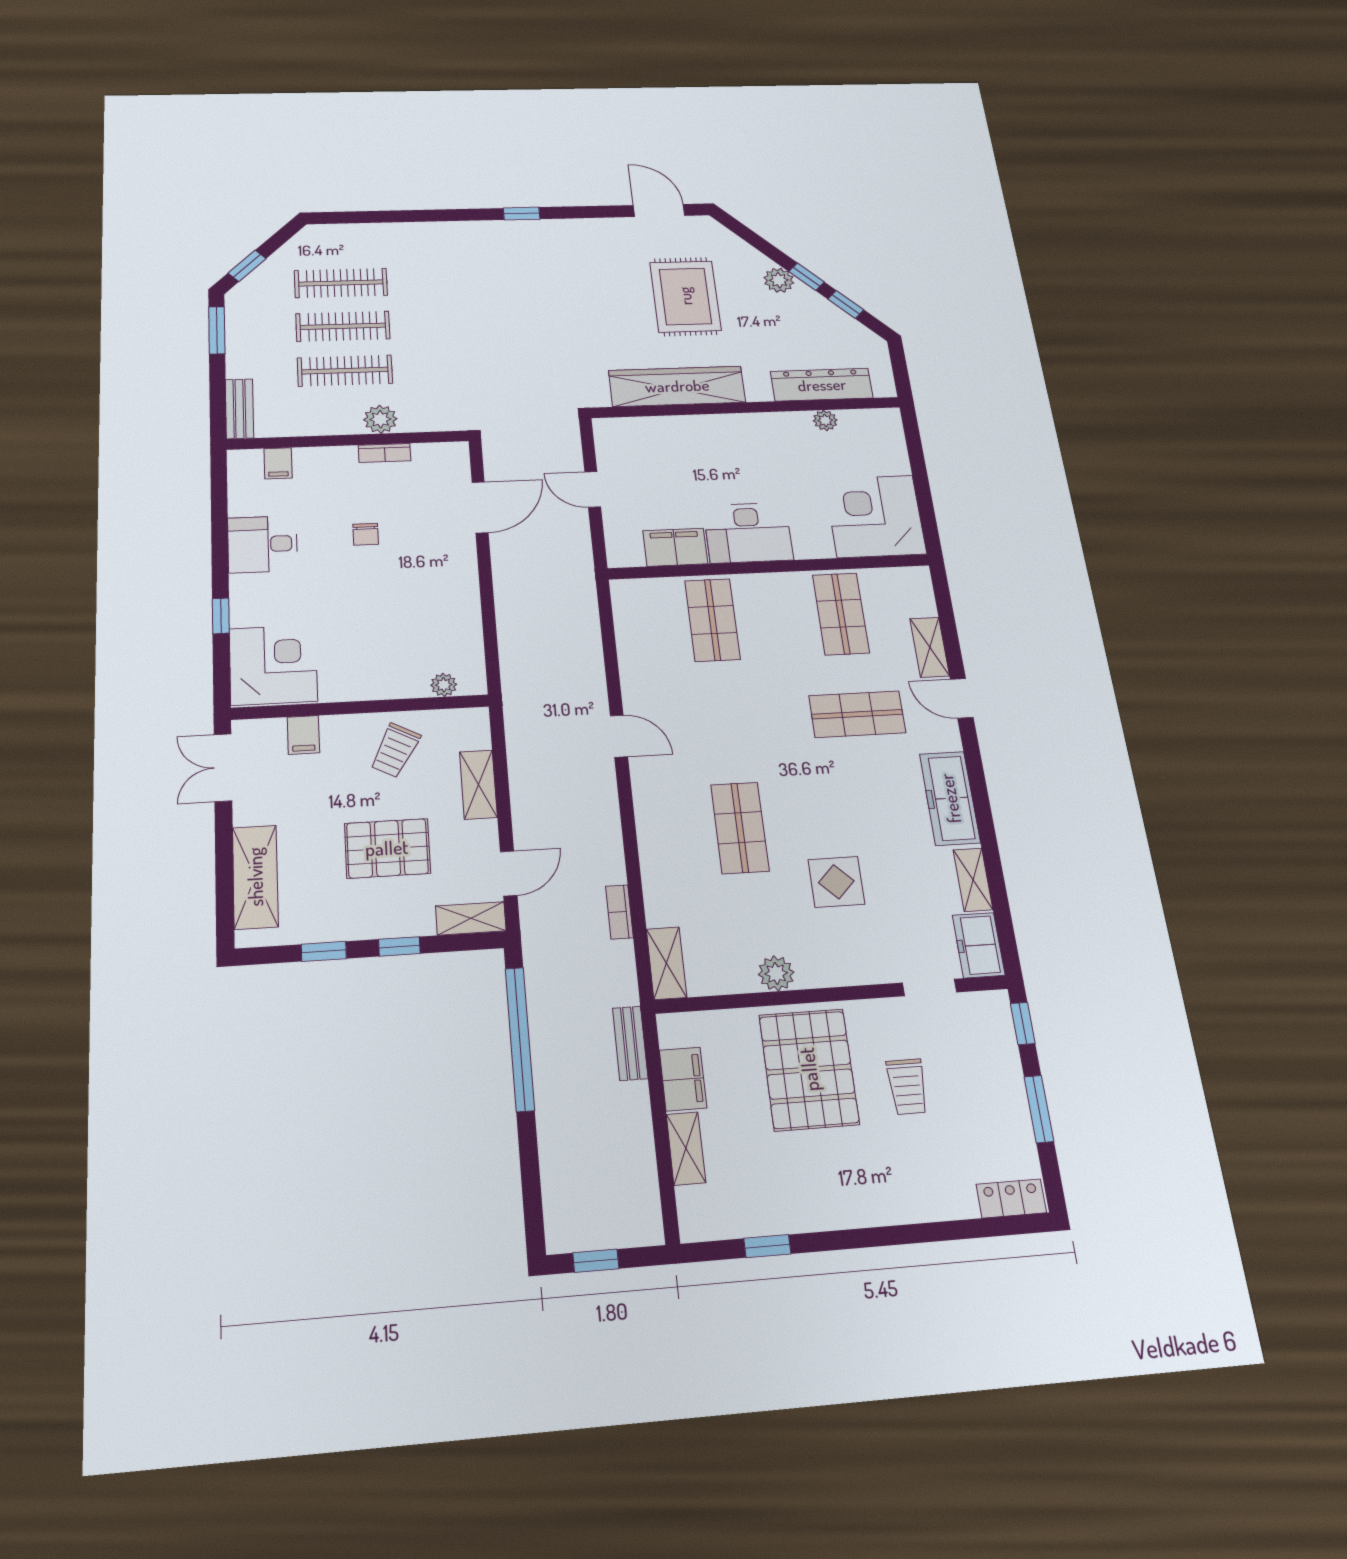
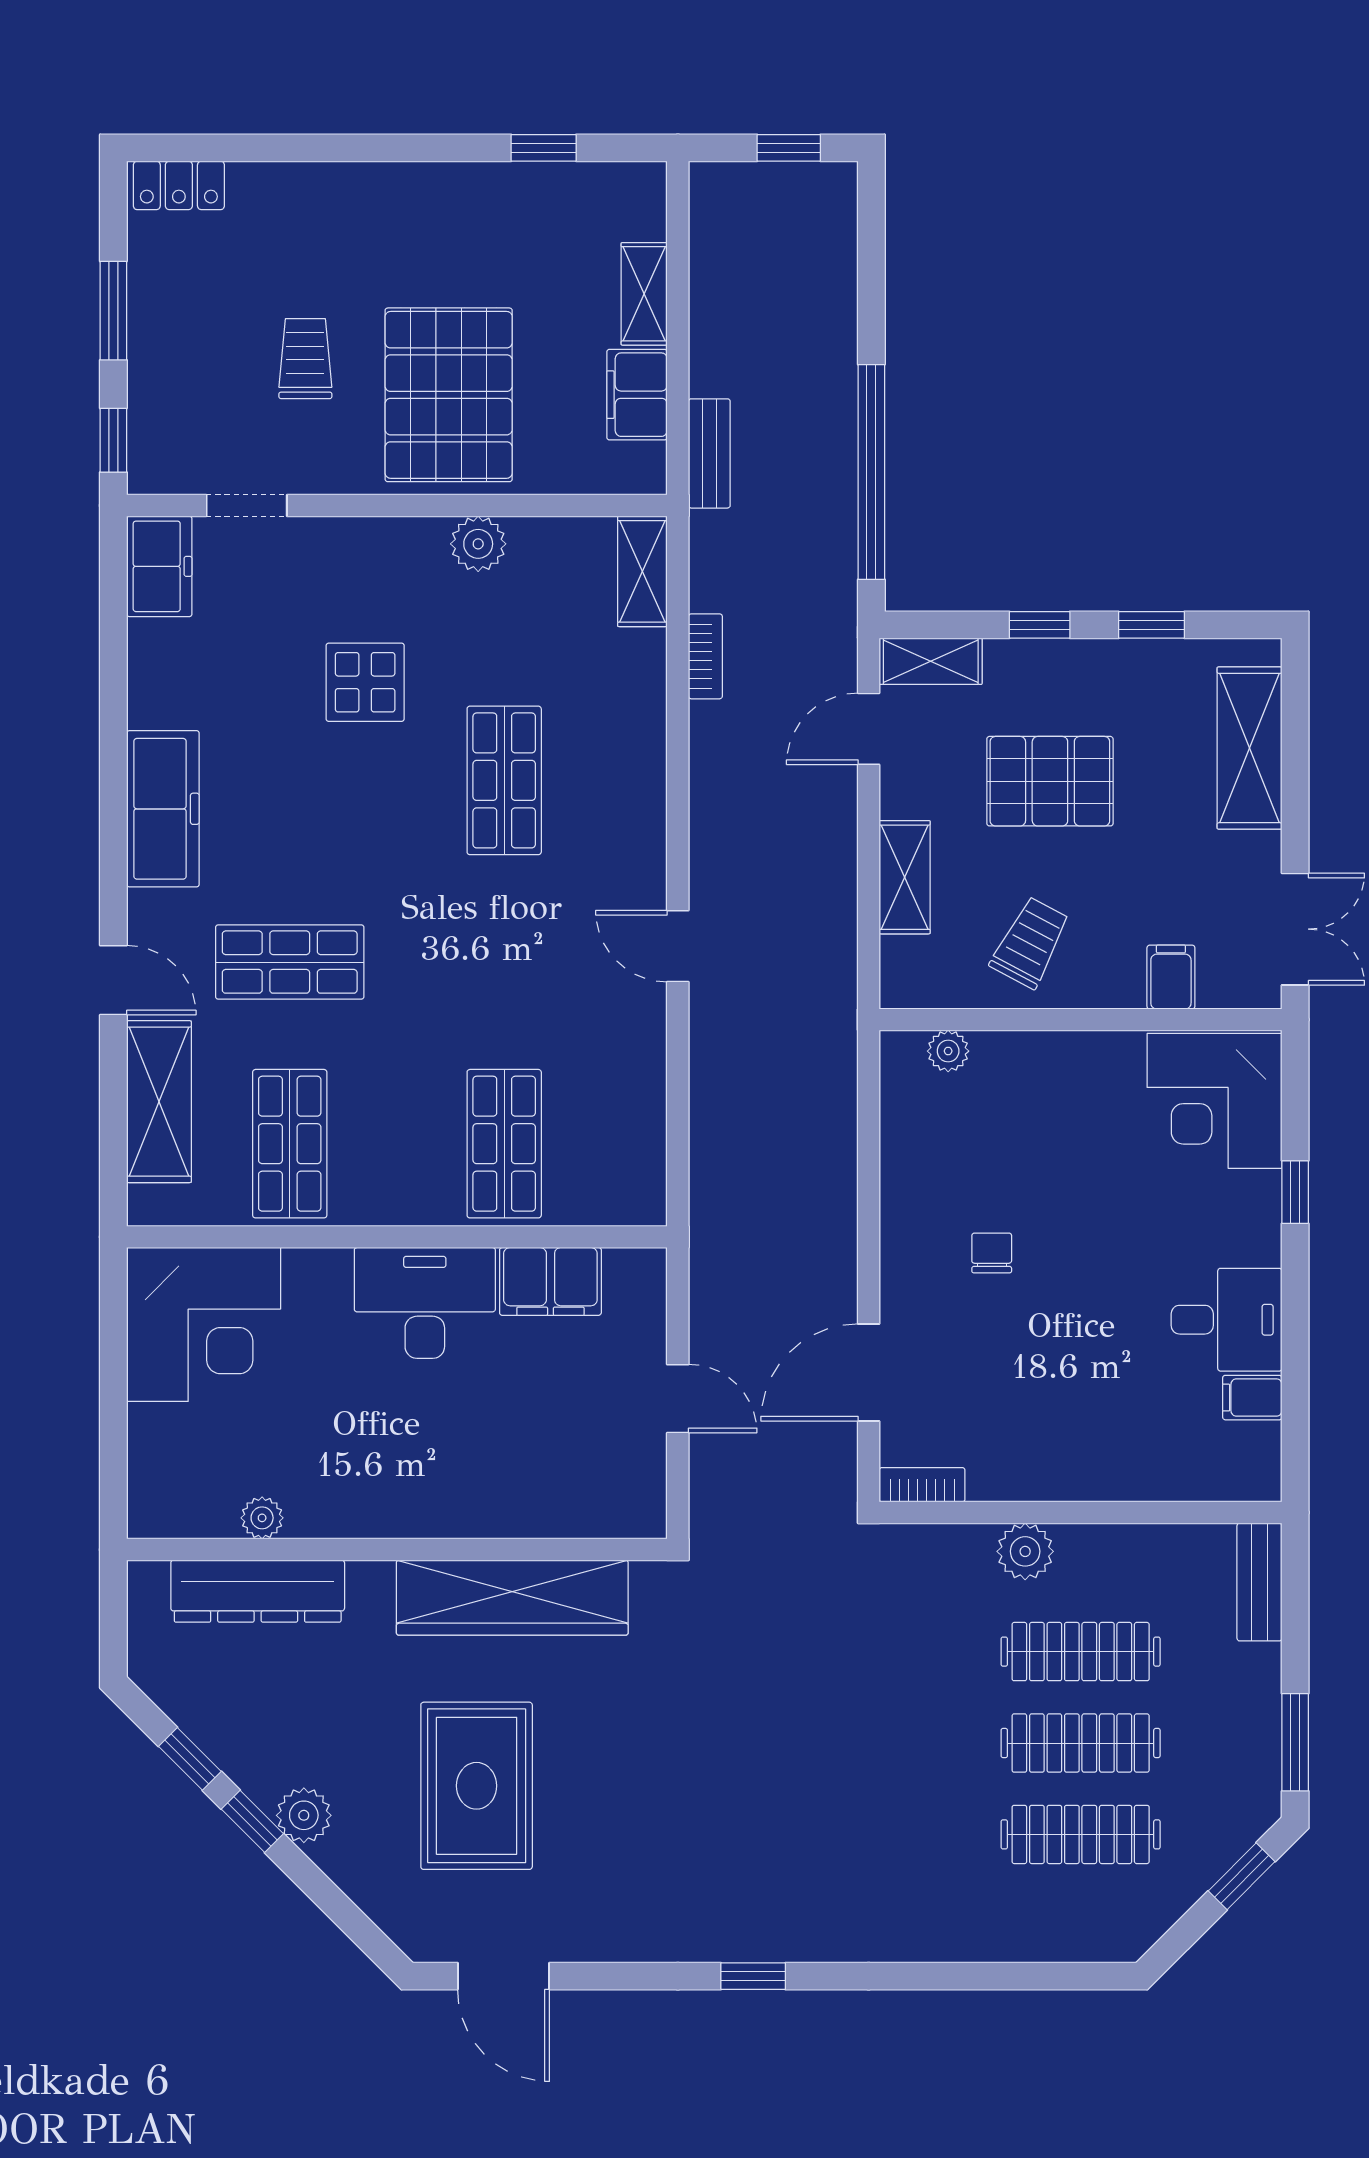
bookcase: (385, 453) -> (922, 1485), moved
filing cabinet: (278, 463) -> (1252, 1398), moved, turned -90
chair: (366, 534) -> (992, 1253), moved
shelving: (930, 647) -> (159, 1102), width x1.50, depth x1.33
shelving: (973, 880) -> (150, 672), removed

